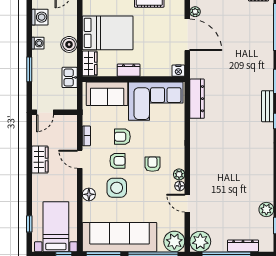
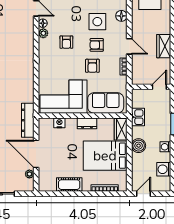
nightstand: (178, 71) -> (59, 123), moved
dresser: (197, 99) -> (28, 120), moved
armchair: (122, 137) -> (92, 66), turned 90

